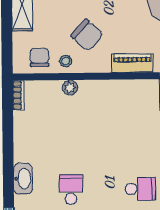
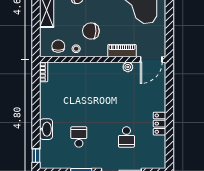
chair: (87, 35) -> (91, 31), turned 140
plant: (70, 88) -> (128, 67), moved
school desk: (140, 189) -> (126, 137), turned 90

